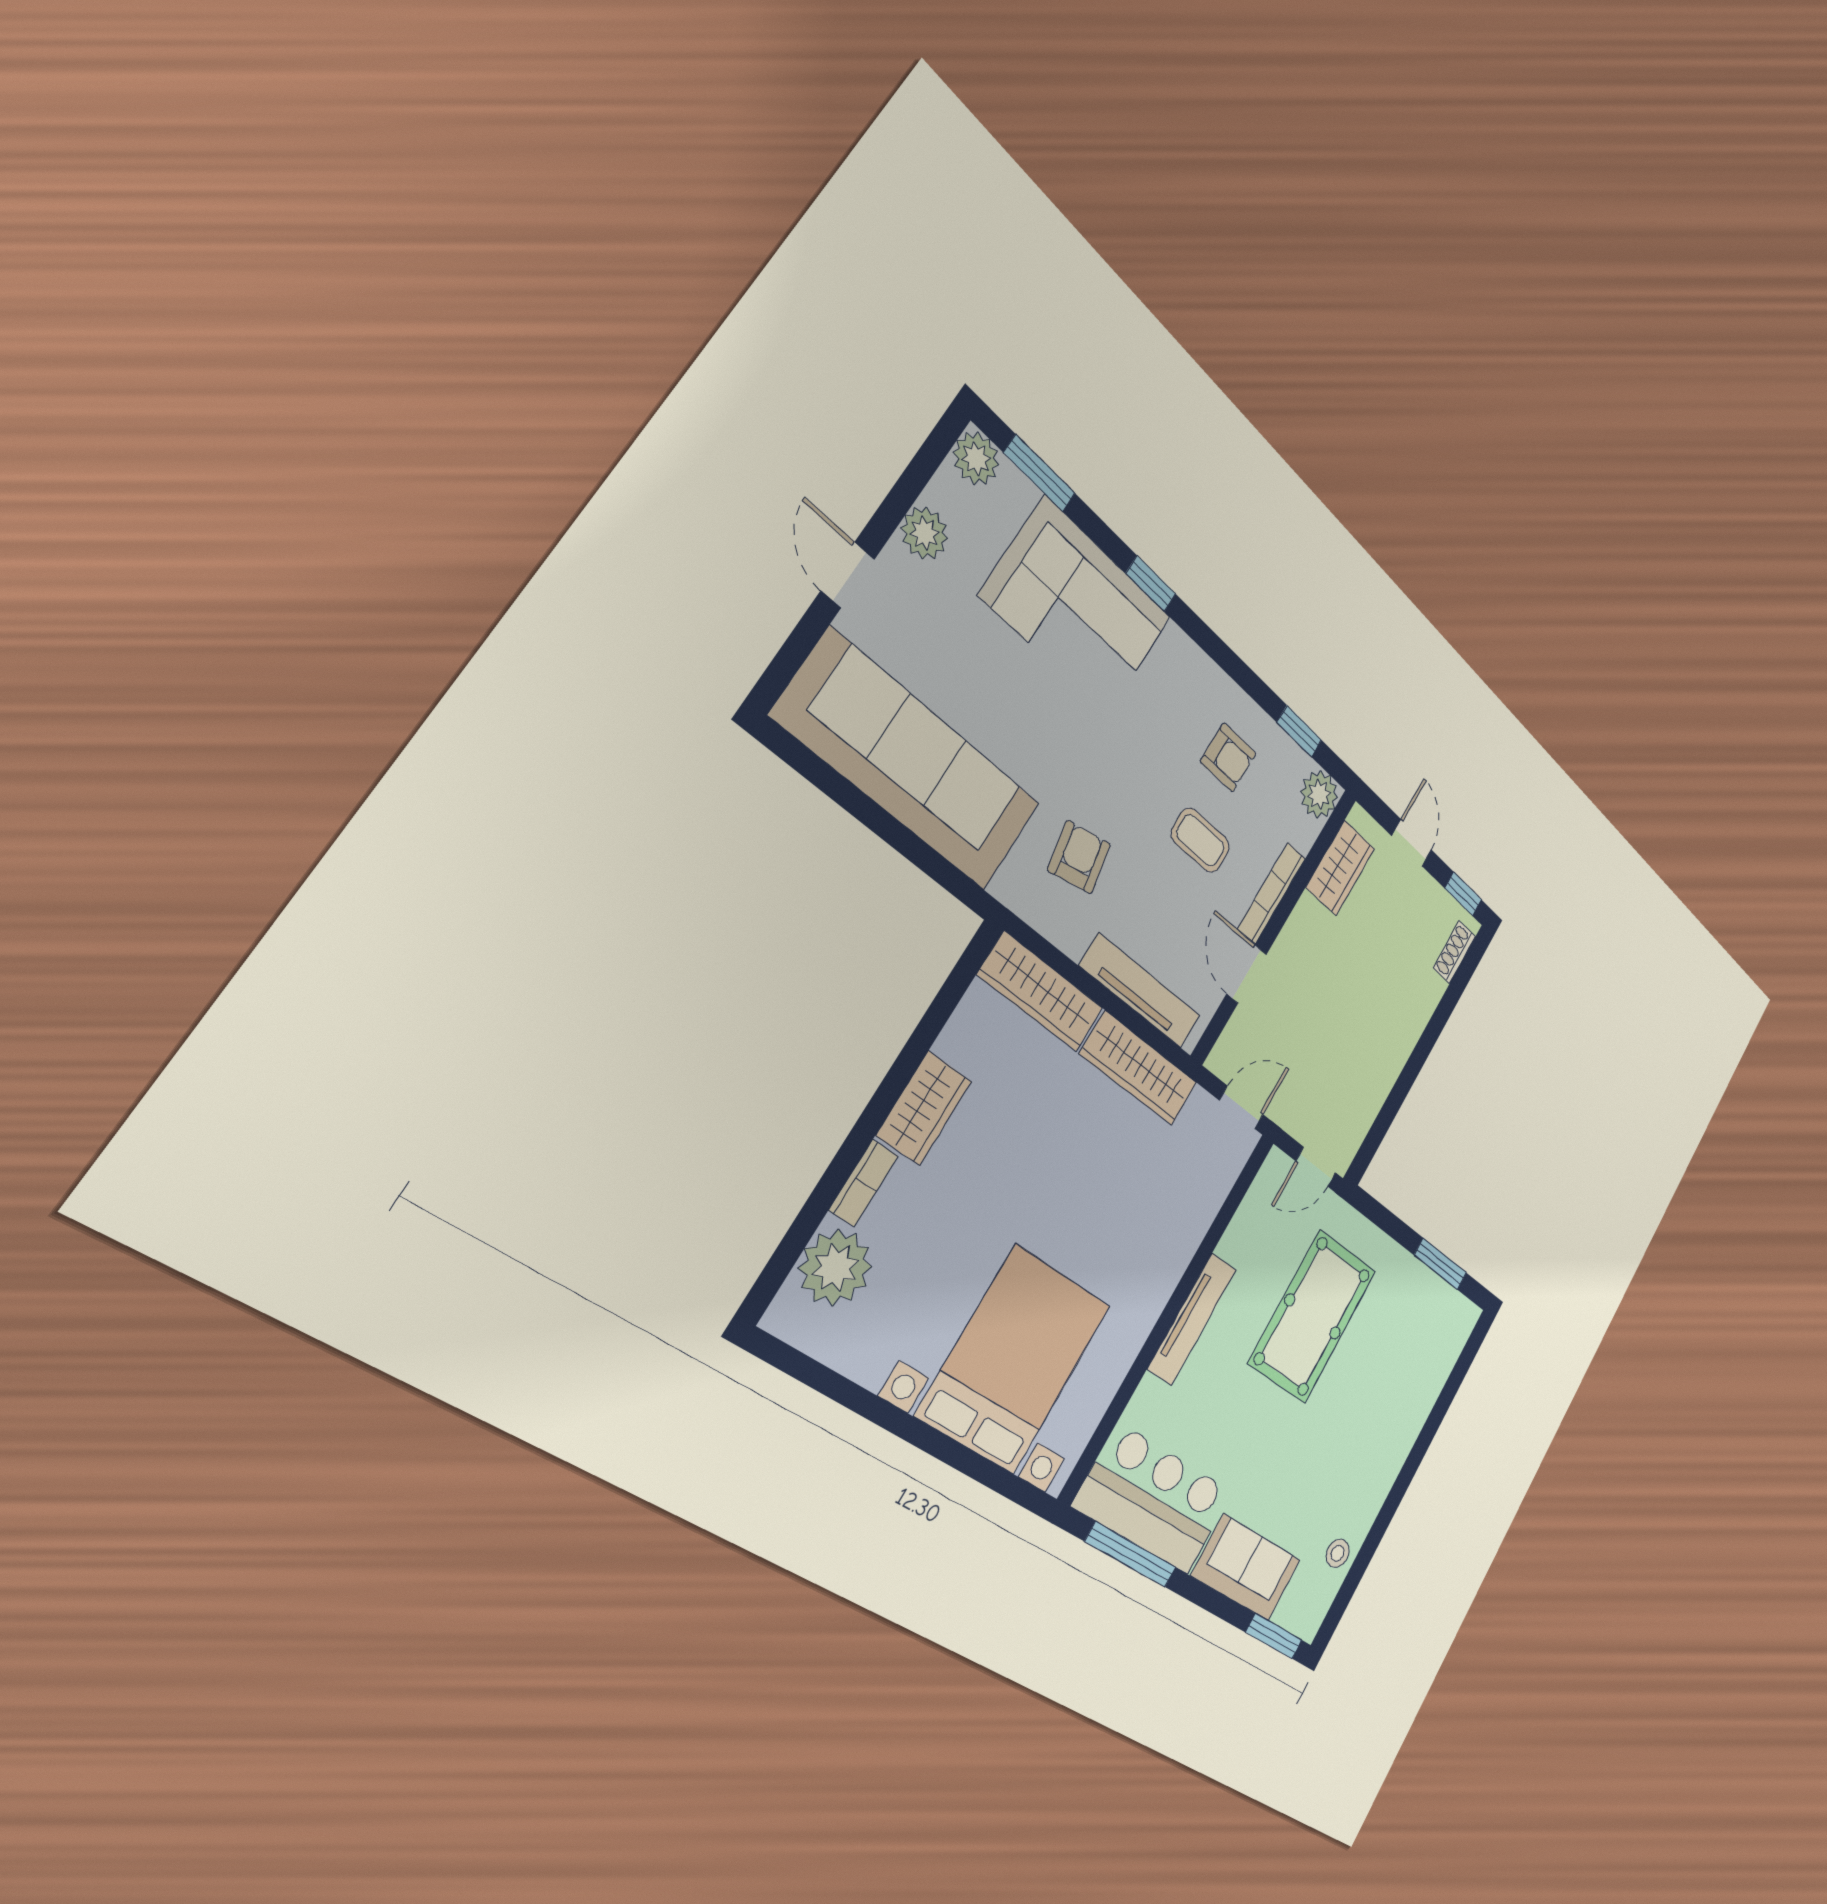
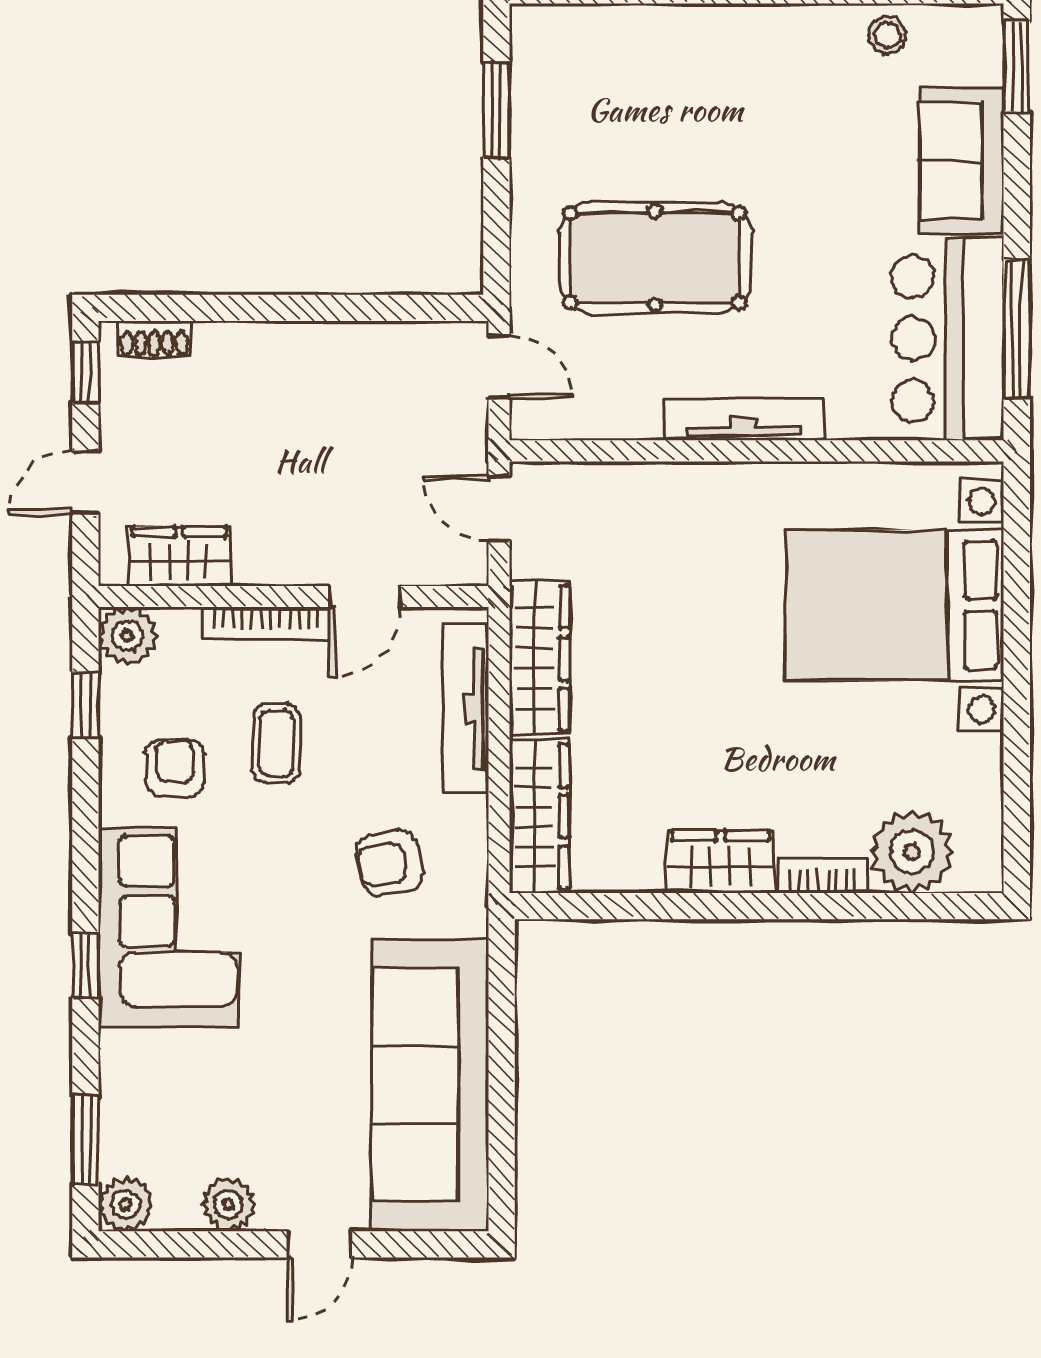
corner sofa: (1077, 607) -> (169, 928), moved

